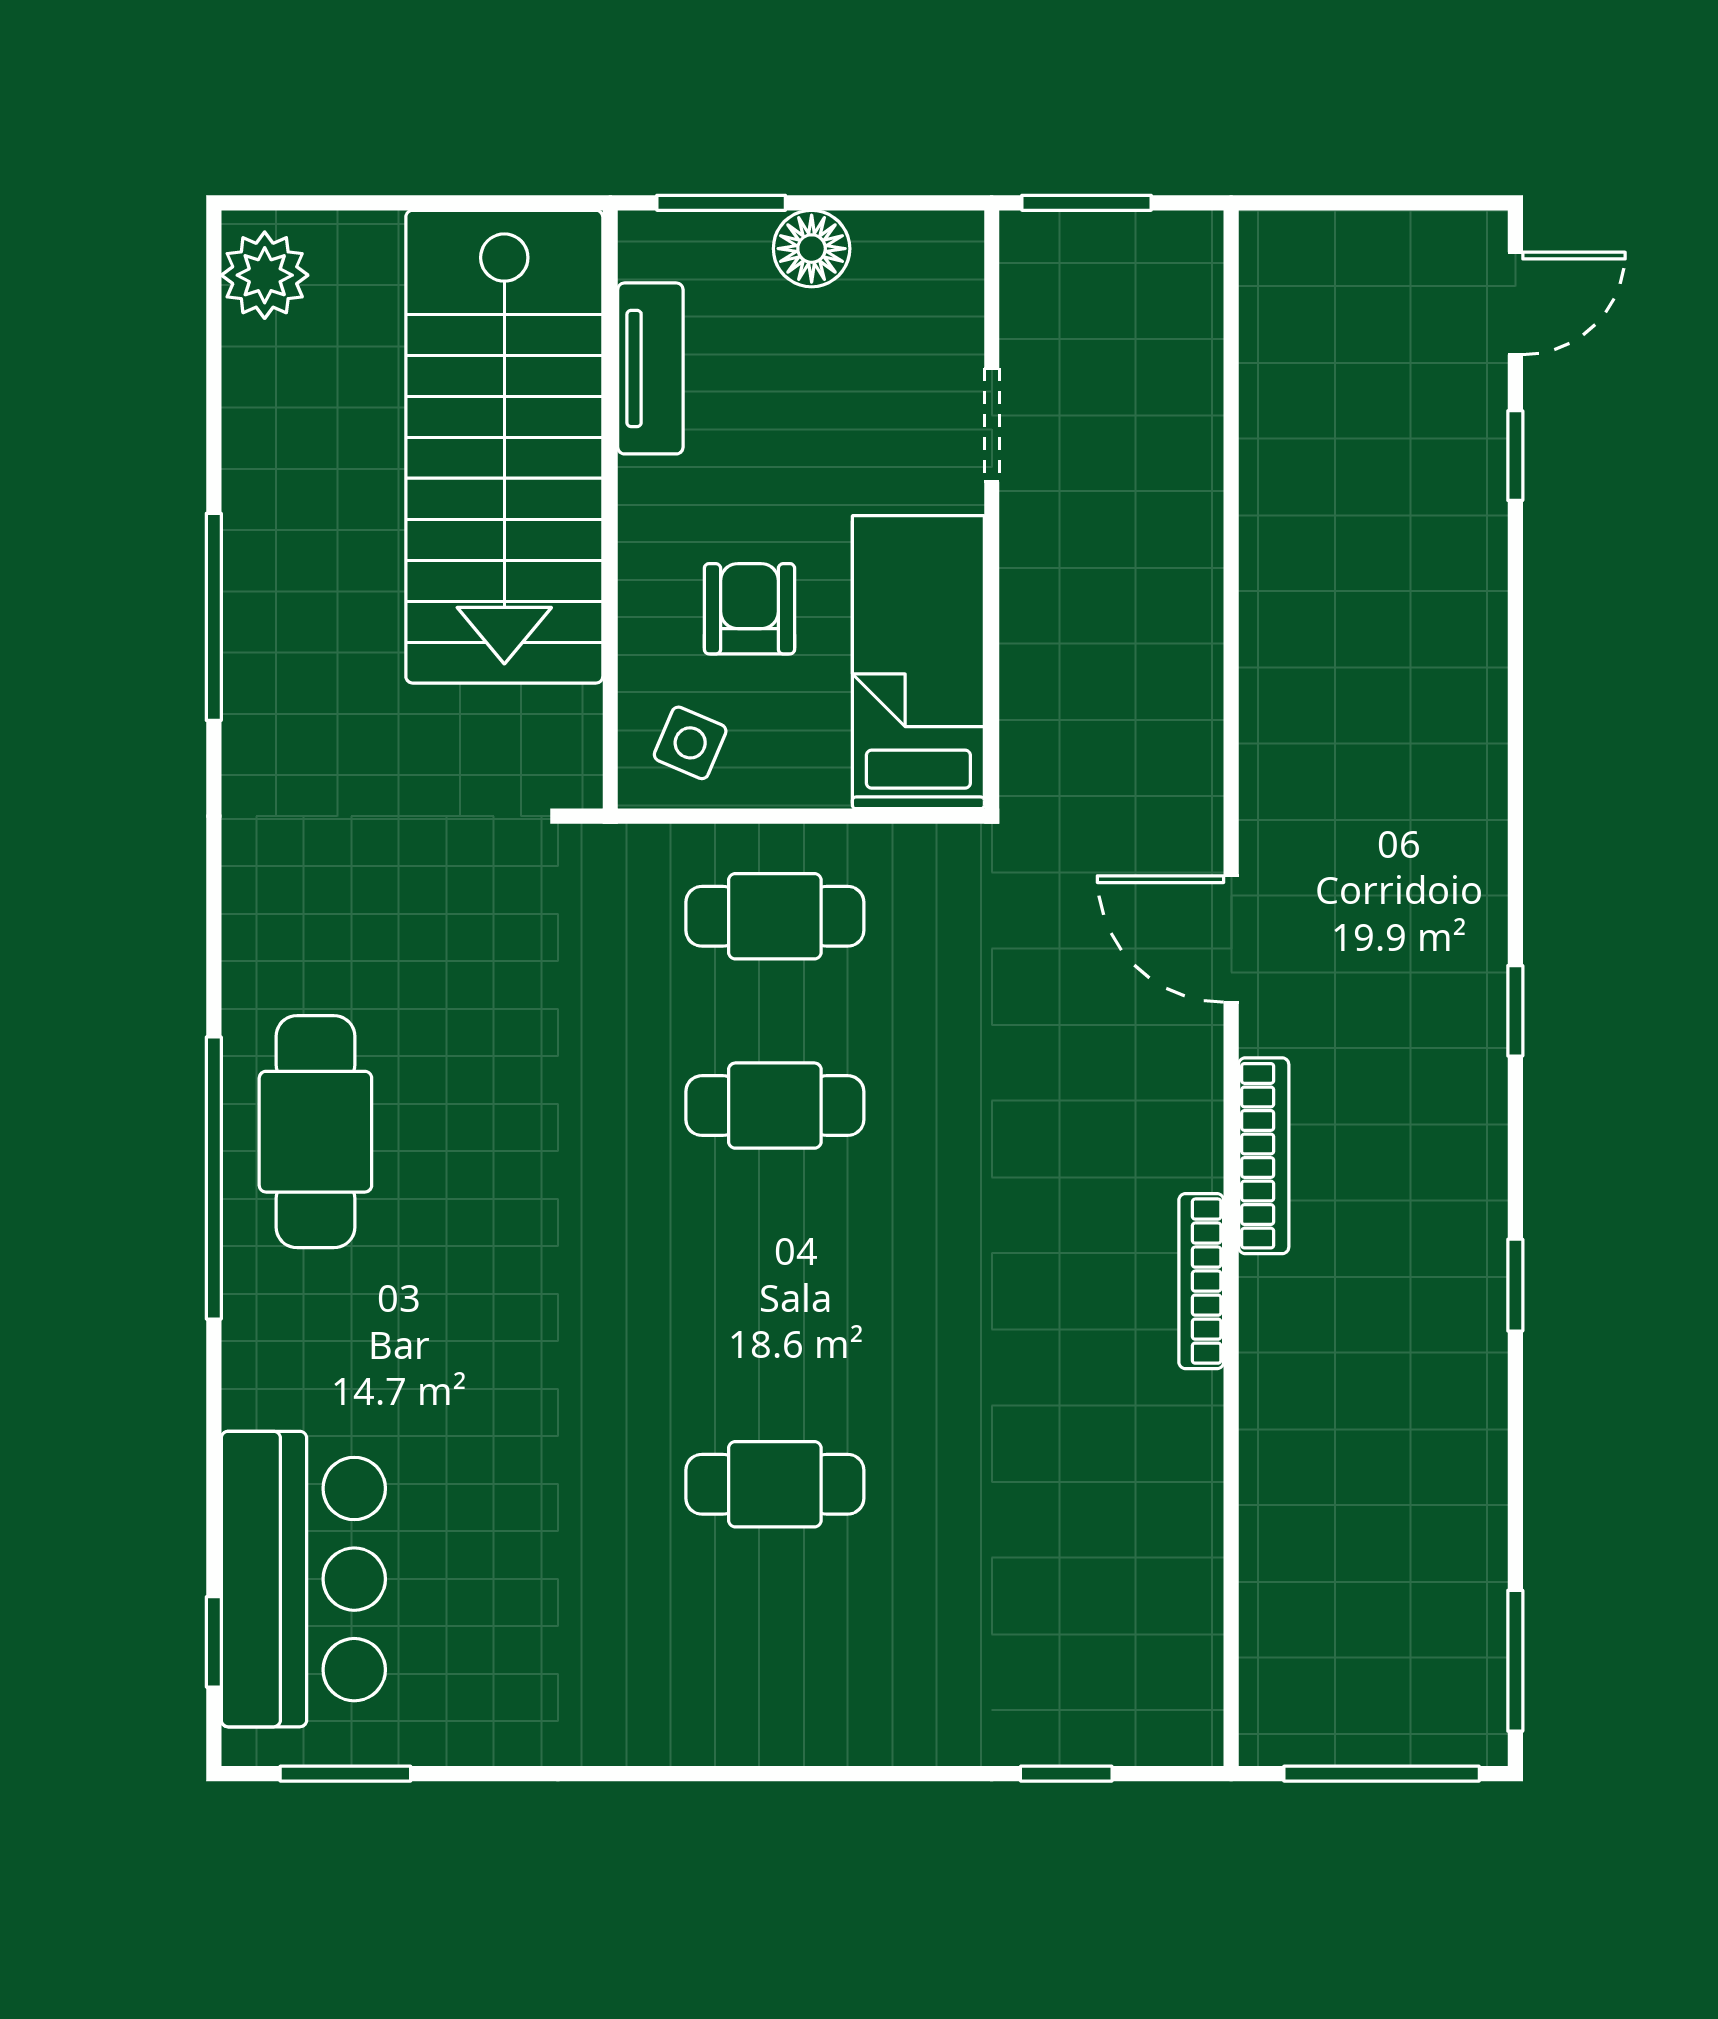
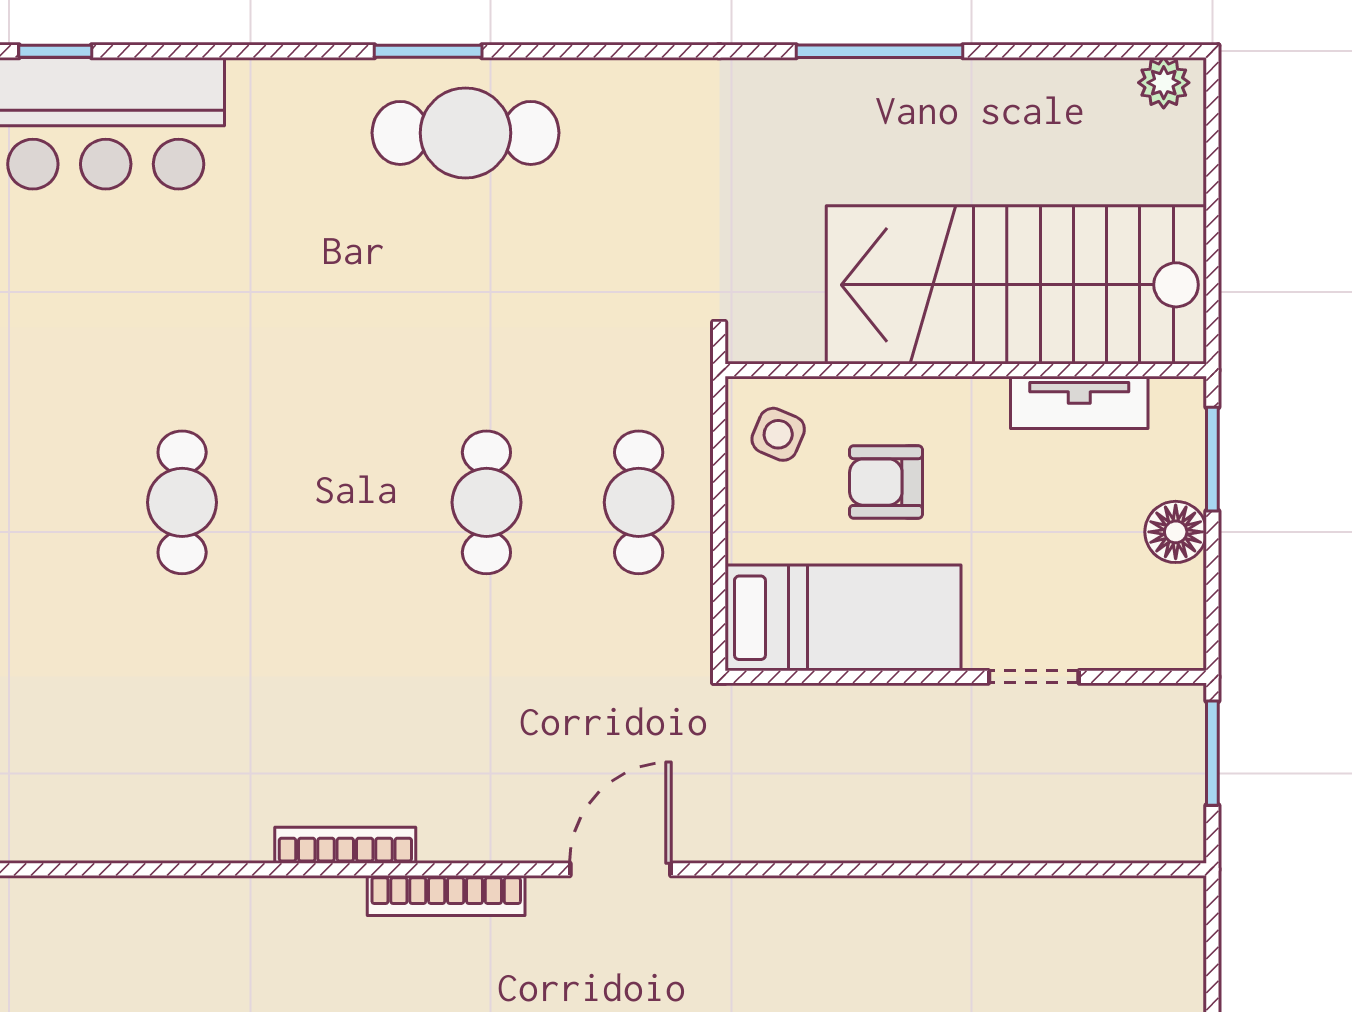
plant: (265, 275) -> (1164, 83), width x0.73, depth x0.73
armchair: (749, 609) -> (886, 482), turned 180
window: (214, 1178) -> (428, 51), width x0.47

